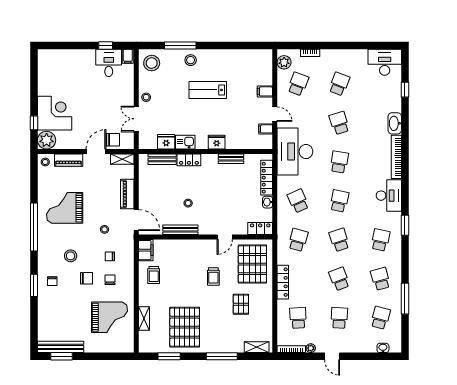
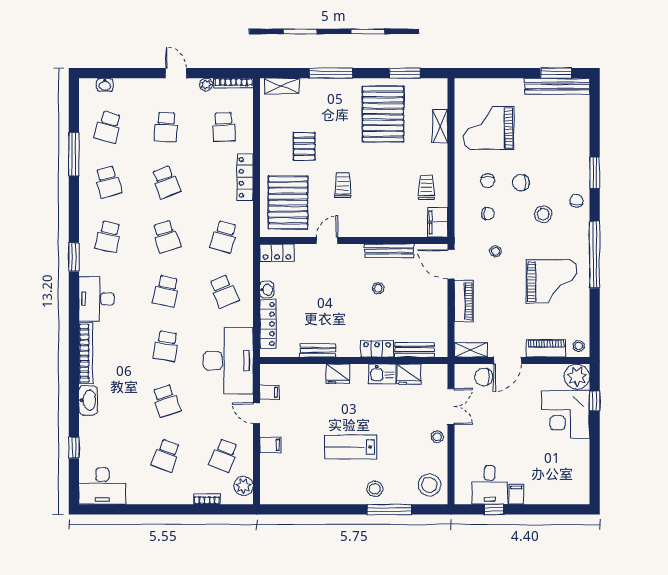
filing cabinet: (128, 56) -> (516, 494), moved
lab bench: (208, 90) -> (351, 447), turned 180
chair: (52, 281) -> (576, 201), moved

